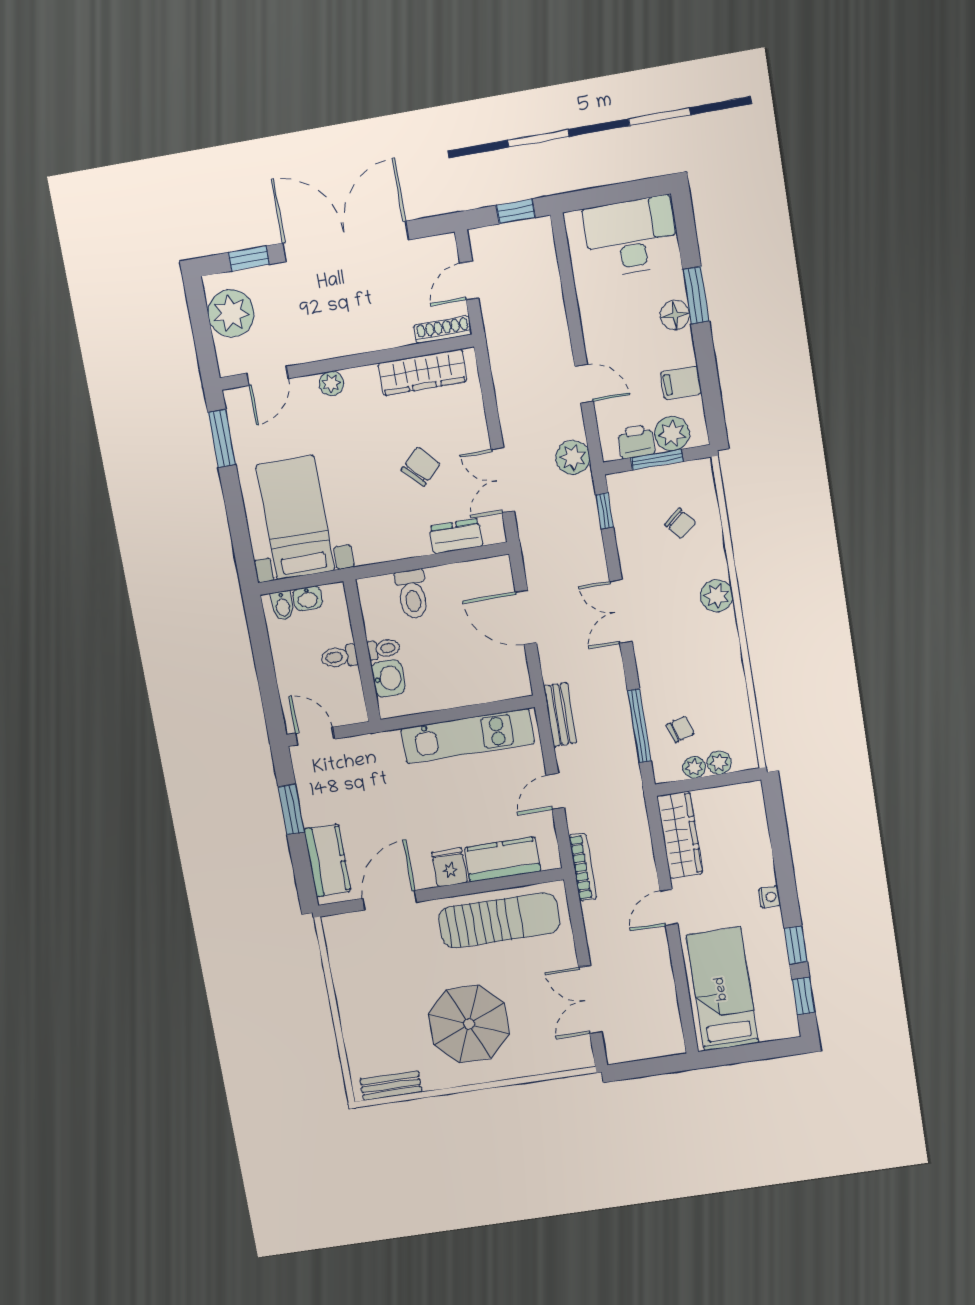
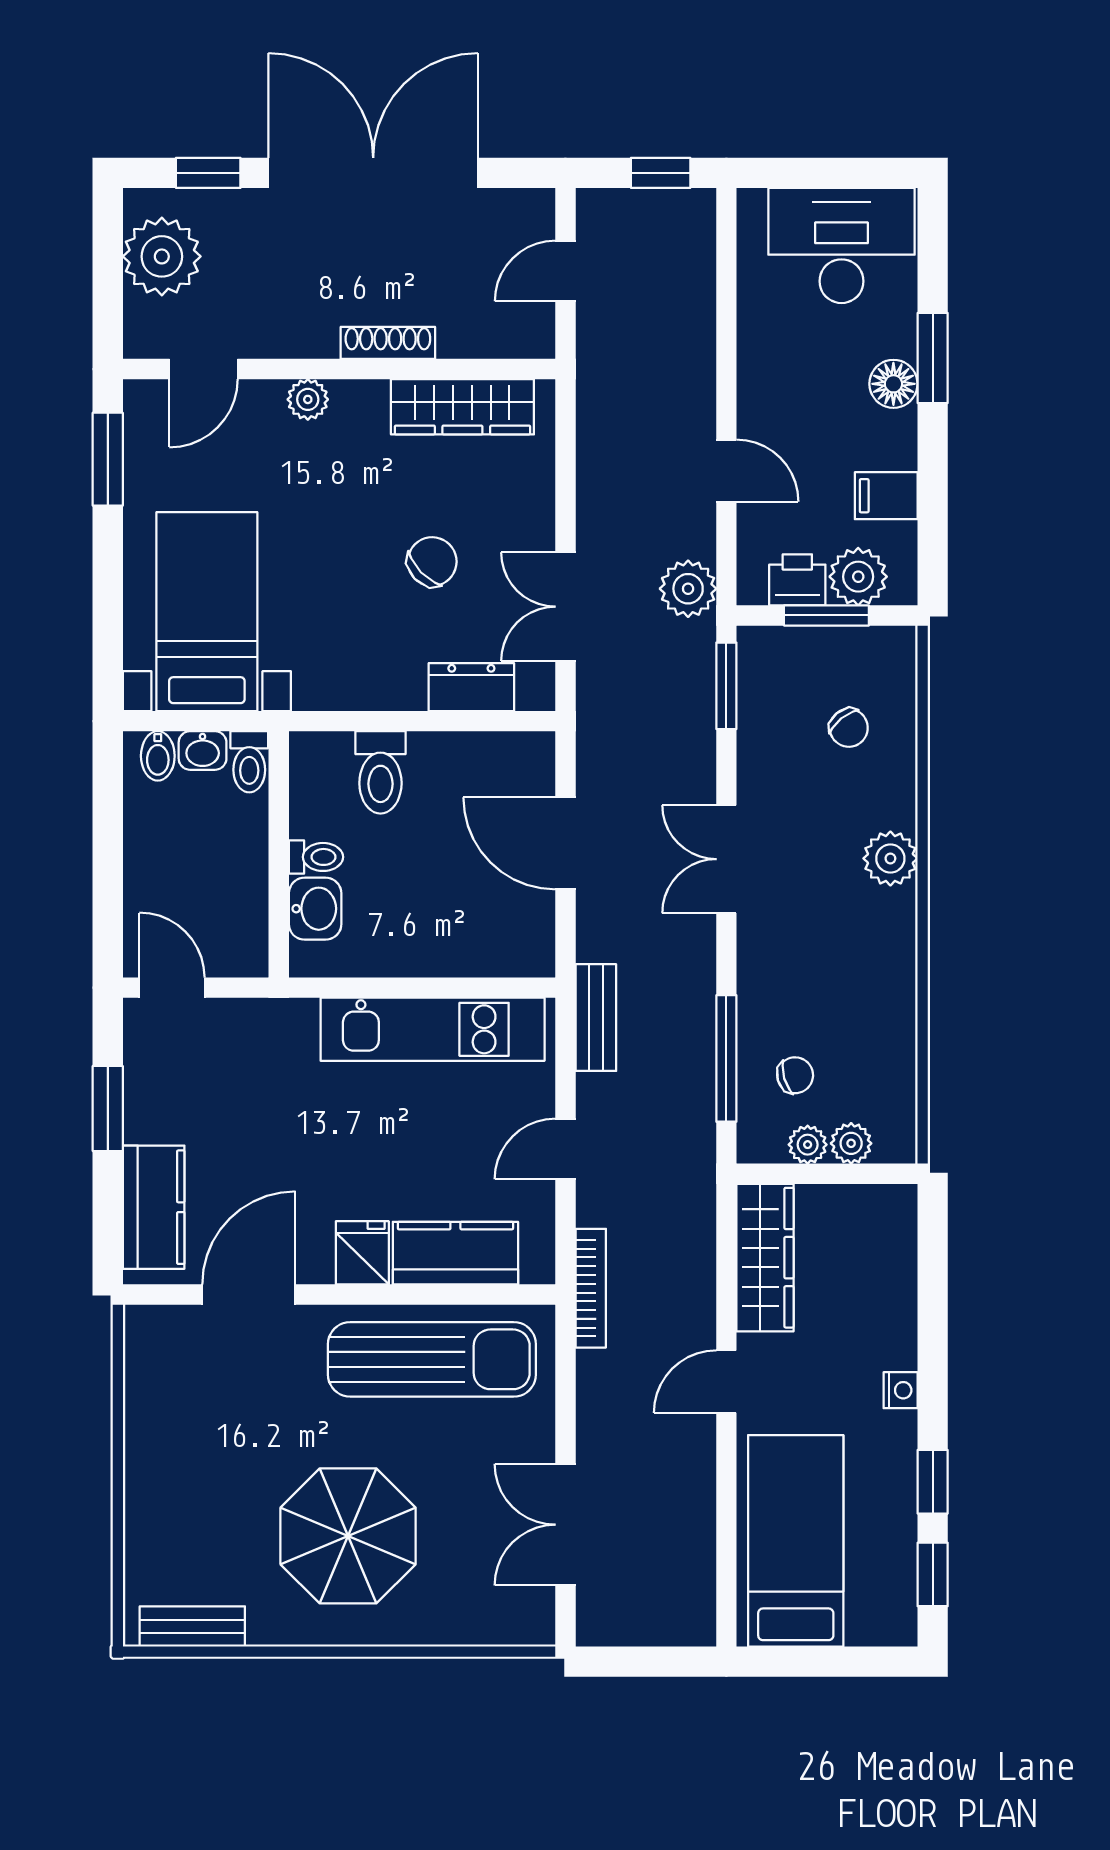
shoe rack: (443, 330) -> (388, 343), moved
window: (605, 511) -> (726, 686), width x1.50
toilet: (339, 657) -> (249, 762), moved, turned -90

